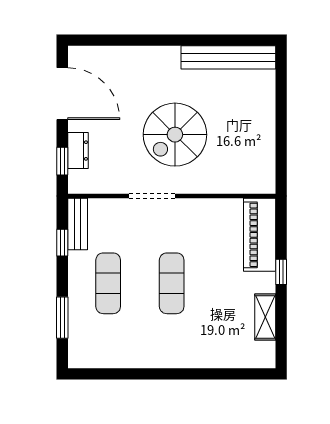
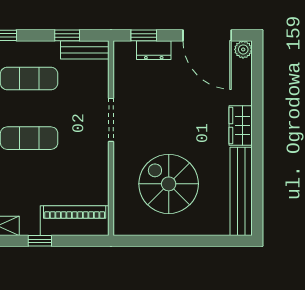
plant: (77, 55) -> (243, 49), added
wardrobe: (158, 58) -> (241, 126), added
door: (62, 94) -> (207, 35), hinge flipped
spiral stairs: (175, 135) -> (169, 184), moved

